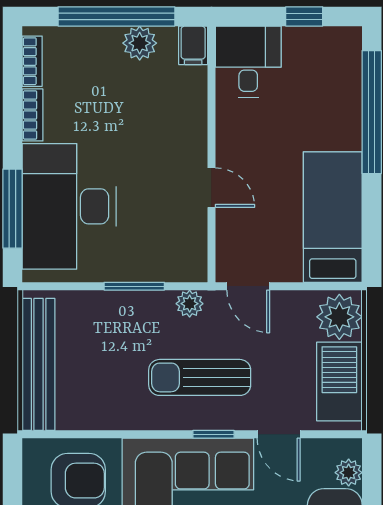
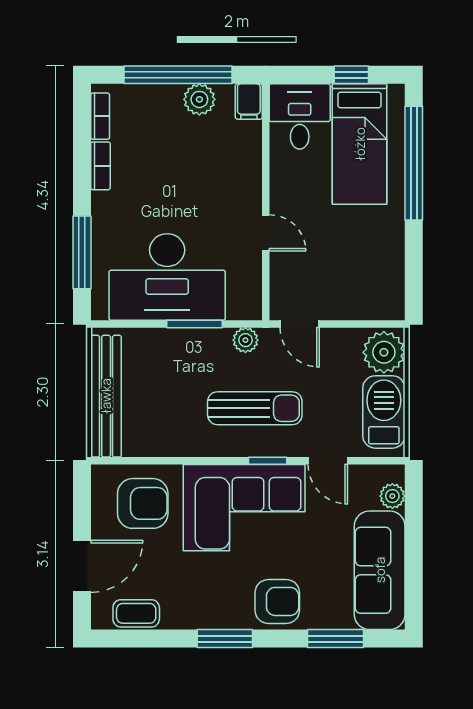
desk: (69, 206) -> (167, 277), moved, turned -90
bed: (333, 217) -> (360, 144), moved, turned 180
sun lounger: (200, 377) -> (255, 408), turned 180

